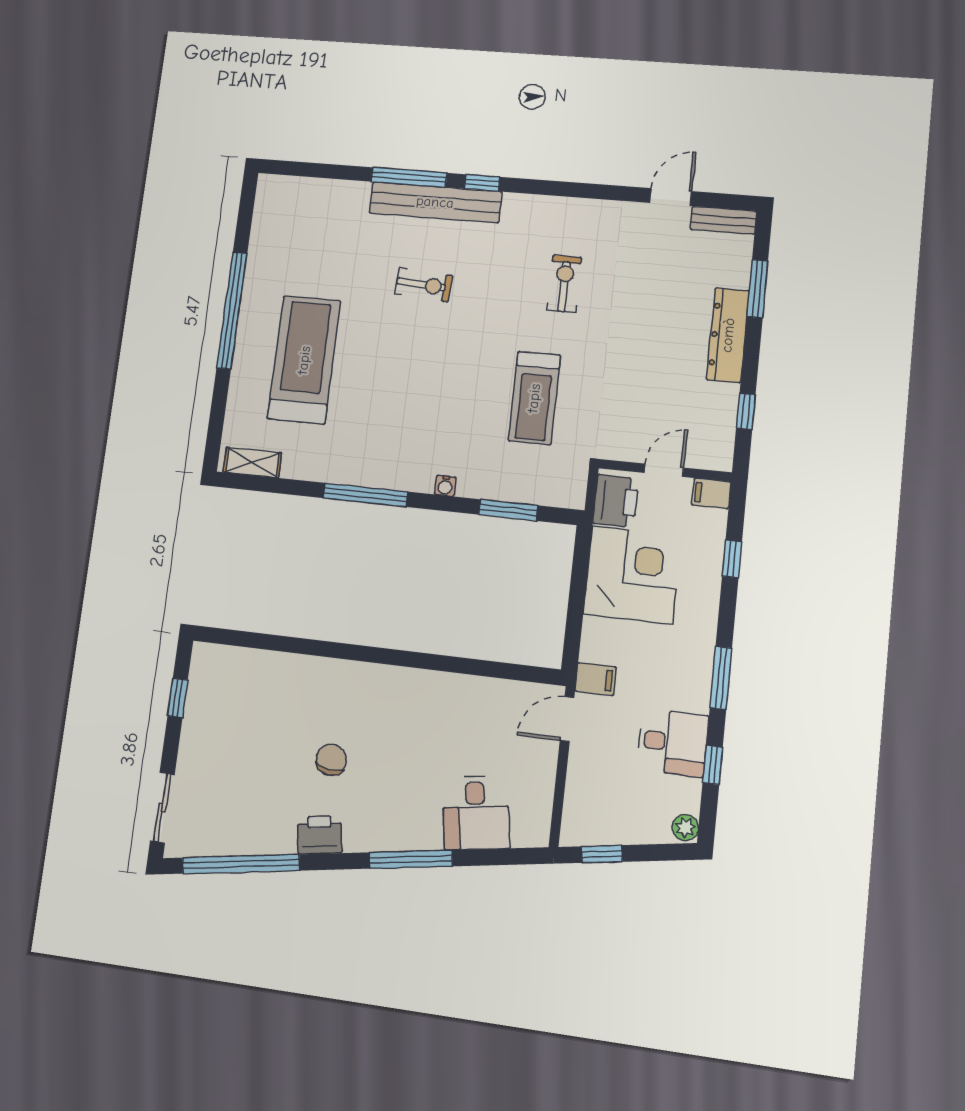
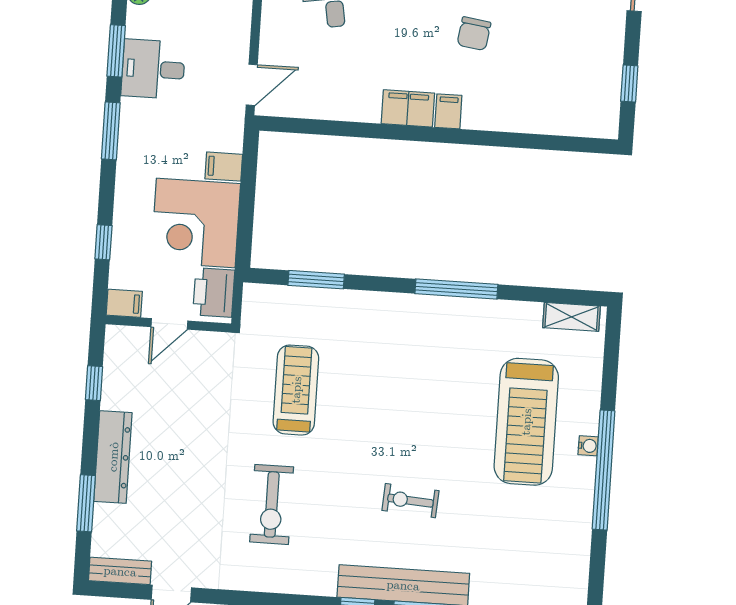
exercise bike: (564, 284) -> (272, 504), width x1.38, depth x1.39
water cooler: (445, 486) -> (588, 446), moved, turned 90
filing cabinet: (363, 679) -> (448, 111), added
filing cabinet: (596, 679) -> (224, 167), moved
filing cabinet: (404, 685) -> (408, 108), added
window: (713, 765) -> (116, 51), width x1.50

